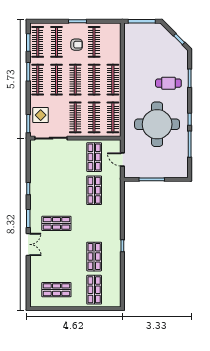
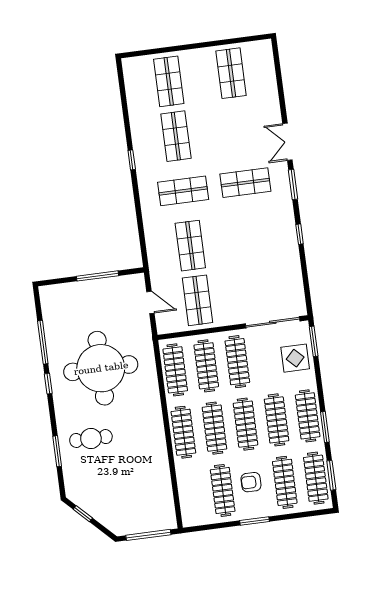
shop shelf: (94, 223) -> (183, 191), added
shop shelf: (56, 290) -> (231, 73), turned 90

